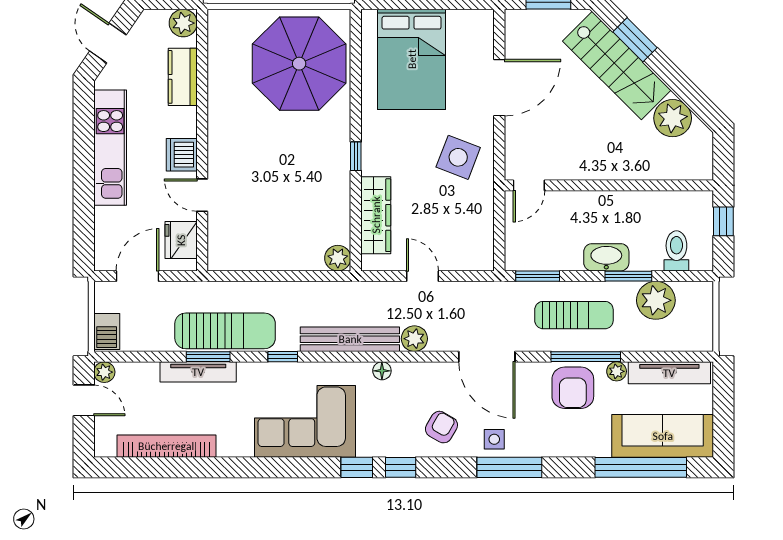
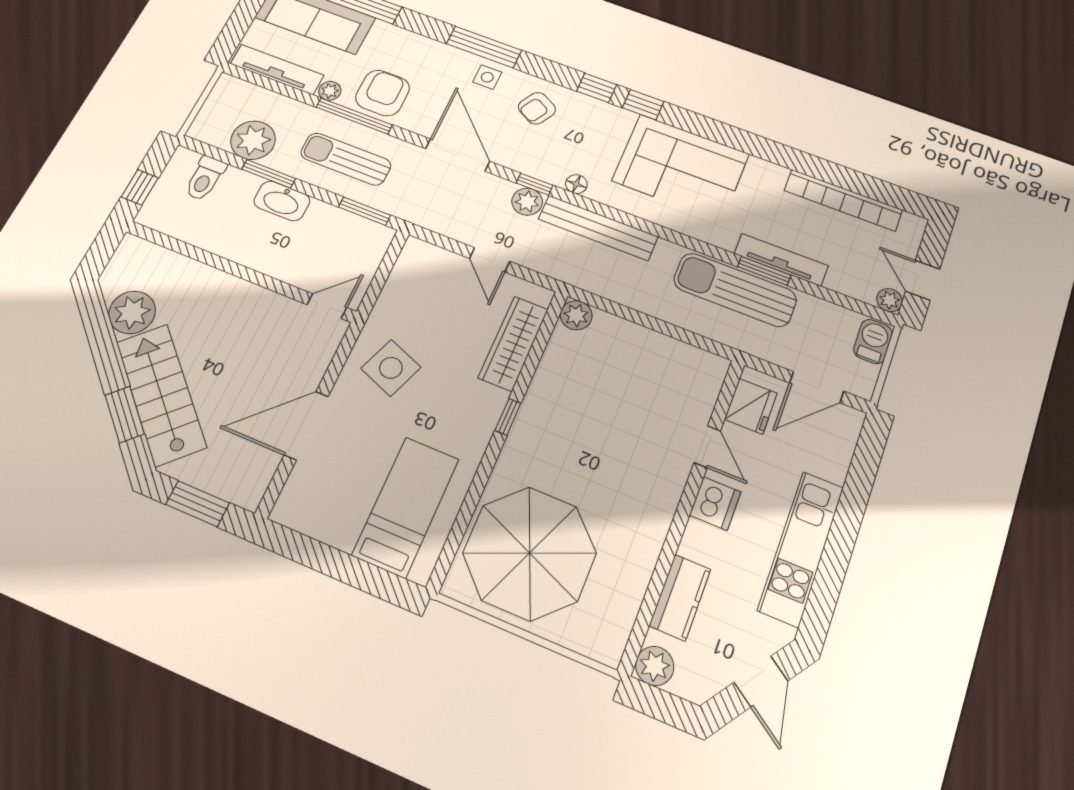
bed: (412, 59) -> (406, 507), width x0.67
window: (283, 357) -> (535, 184), moved

